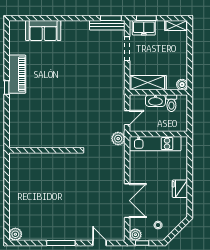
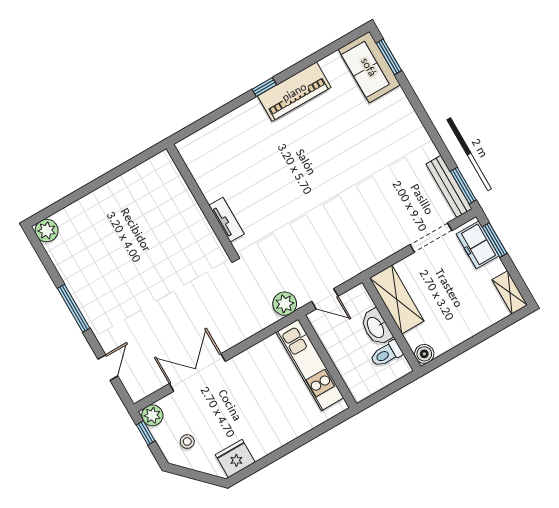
window: (27, 18) -> (389, 57), added
sofa: (43, 31) -> (369, 67), moved
tv unit: (61, 143) -> (227, 220), added
fridge: (180, 189) -> (235, 459), moved
double door: (127, 201) -> (197, 372), swing flipped

